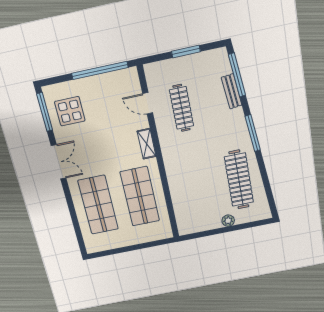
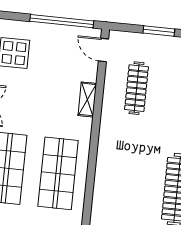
door: (148, 103) -> (104, 50), moved
shelving: (147, 144) -> (87, 99), moved

